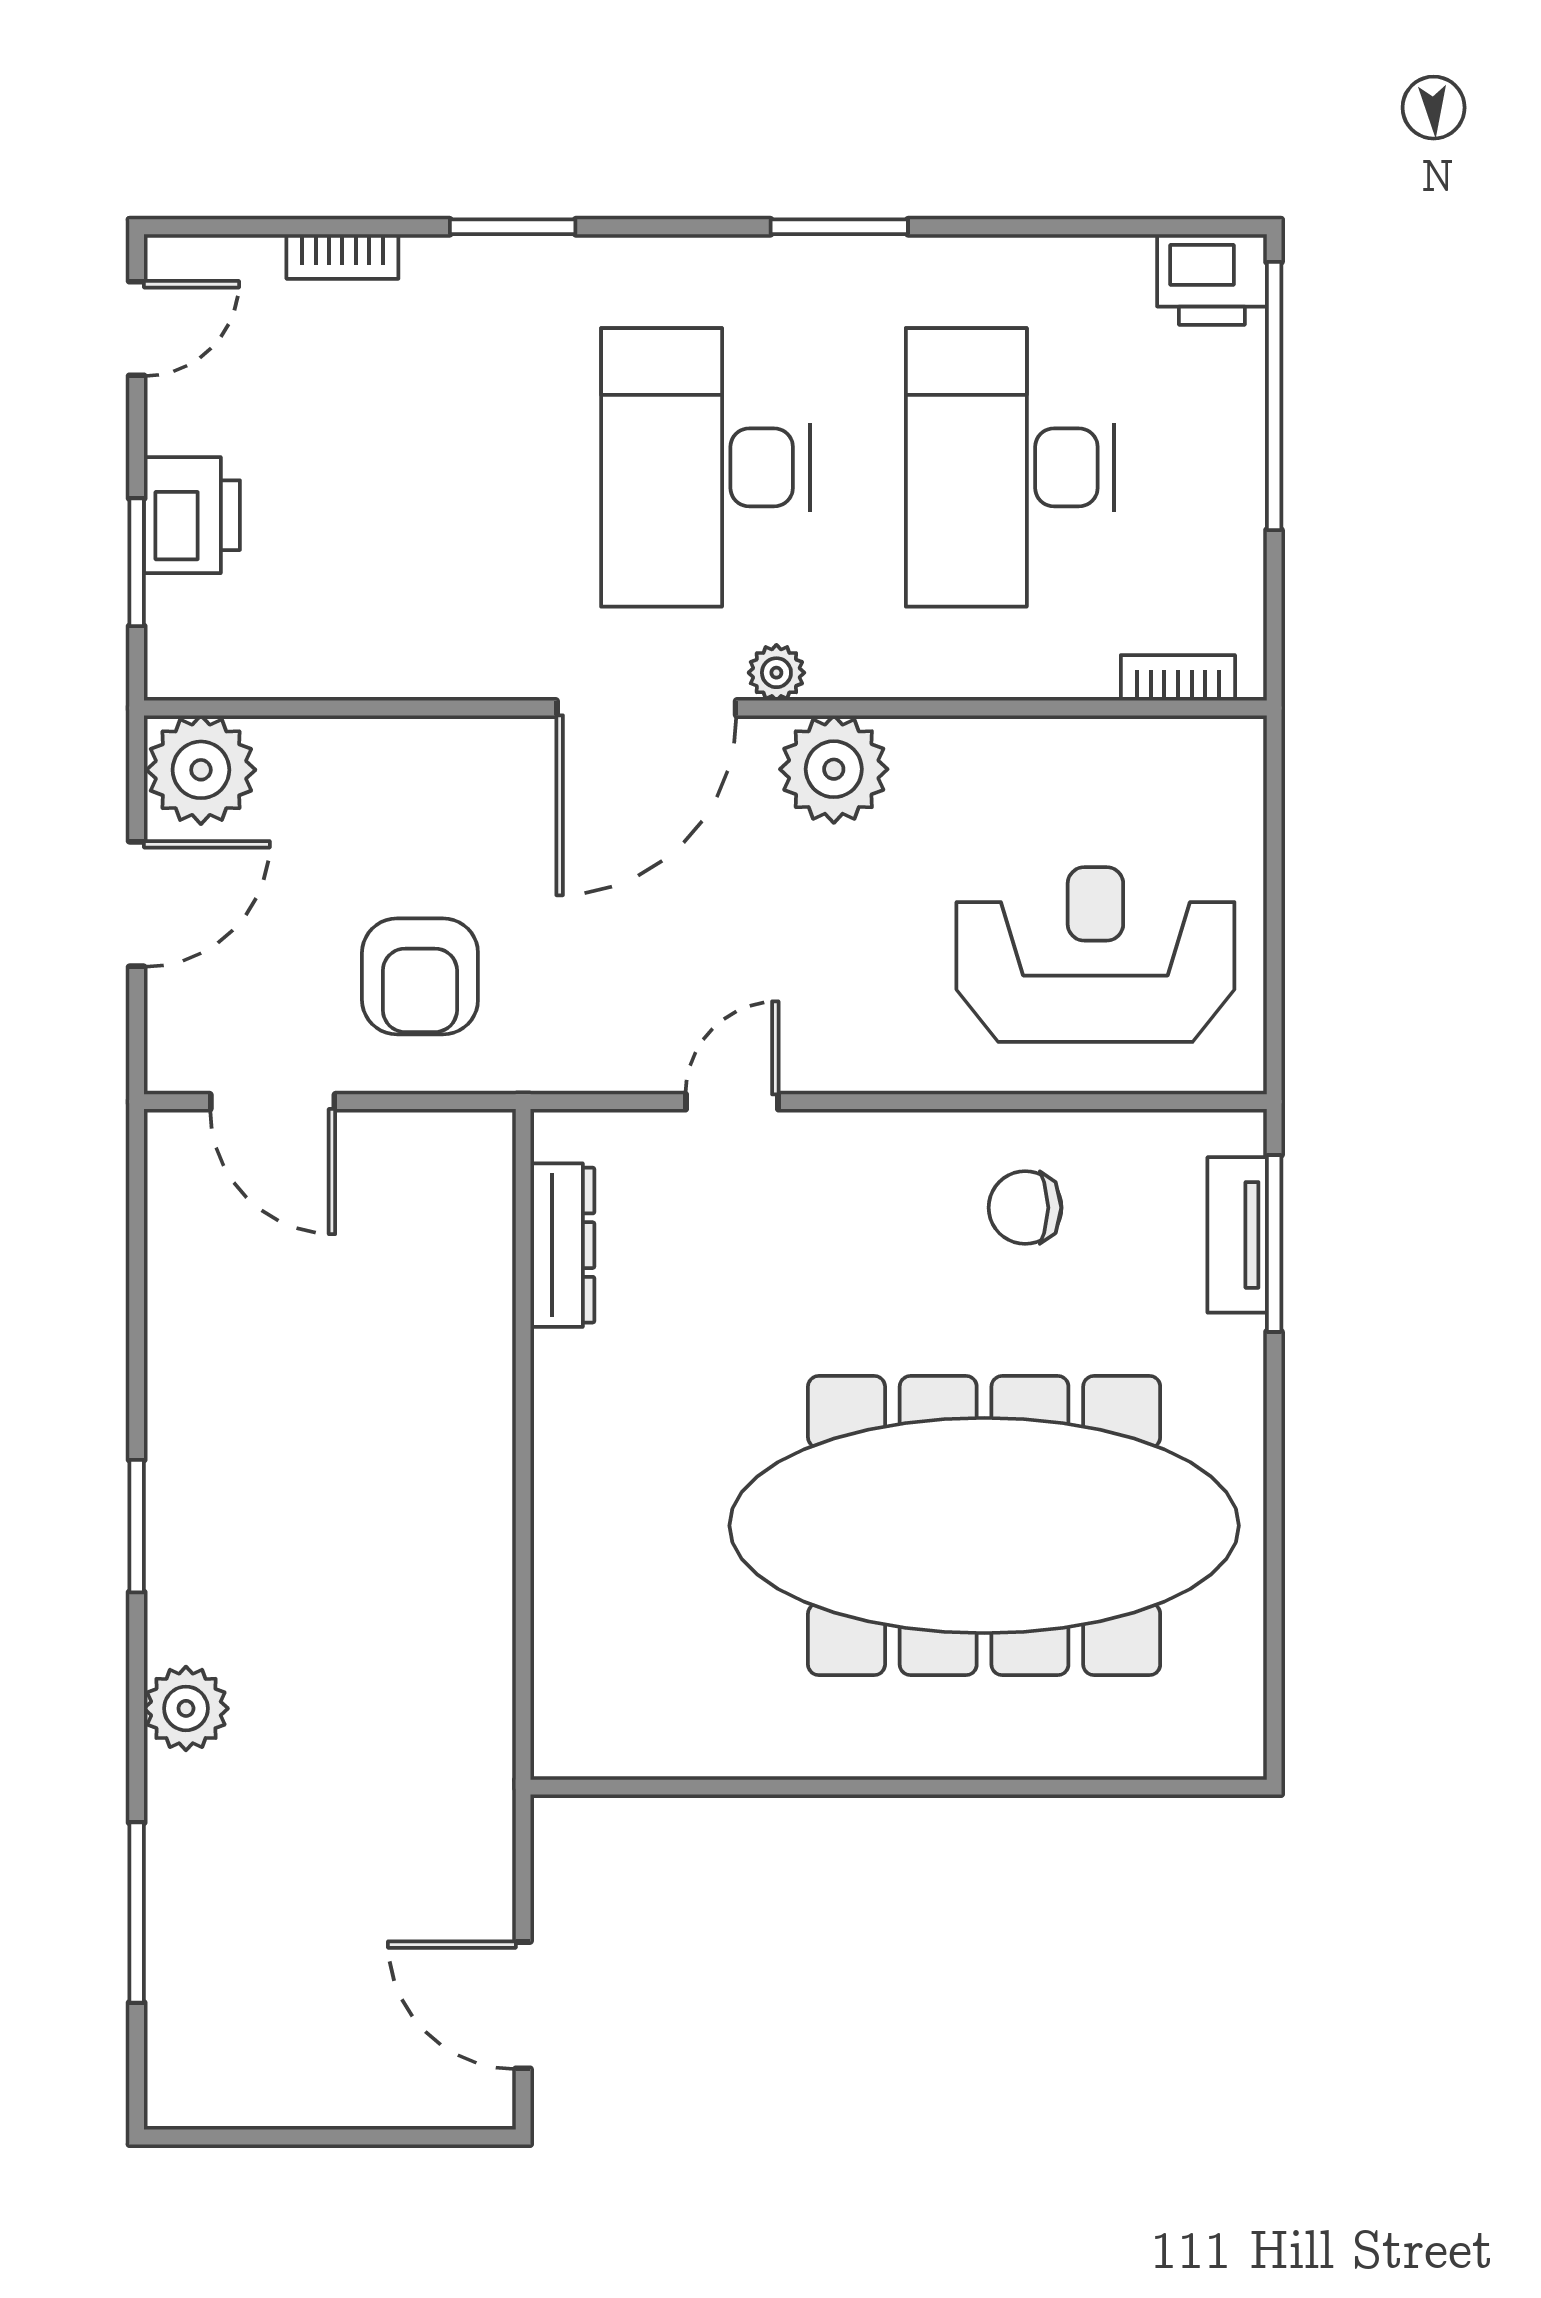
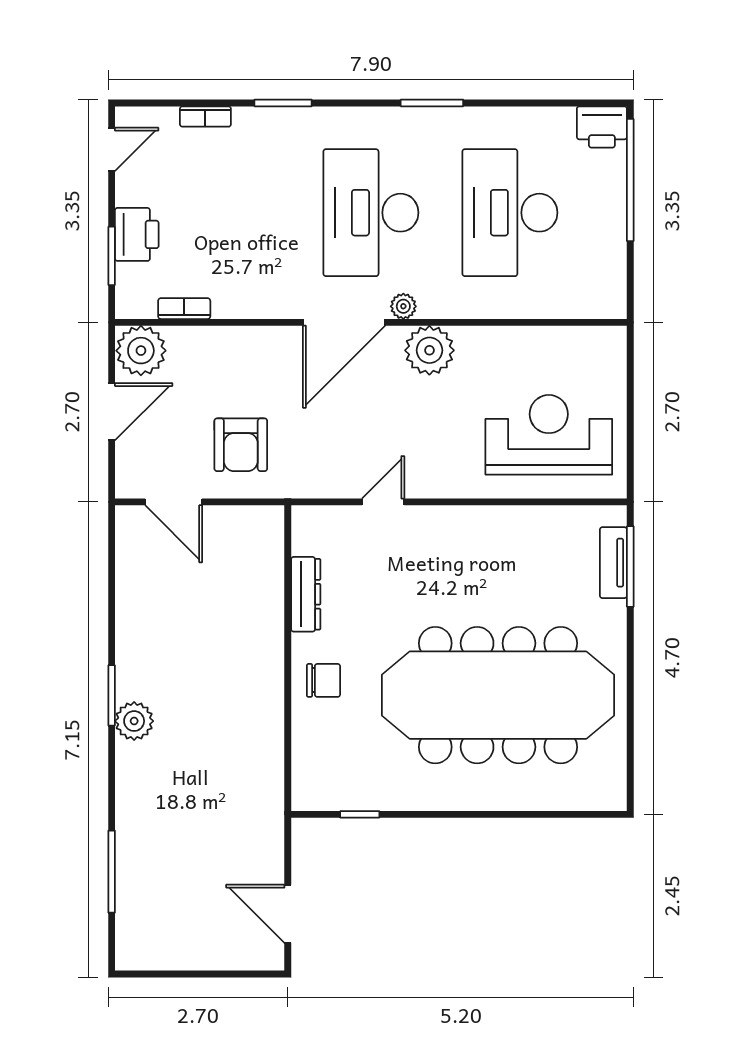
bookcase: (1178, 678) -> (184, 309), moved
chair: (1025, 1208) -> (323, 680), moved, turned 180
dresser: (562, 1245) -> (306, 594), moved
plant: (186, 1708) -> (134, 721), moved
window: (681, 1787) -> (360, 814), added

